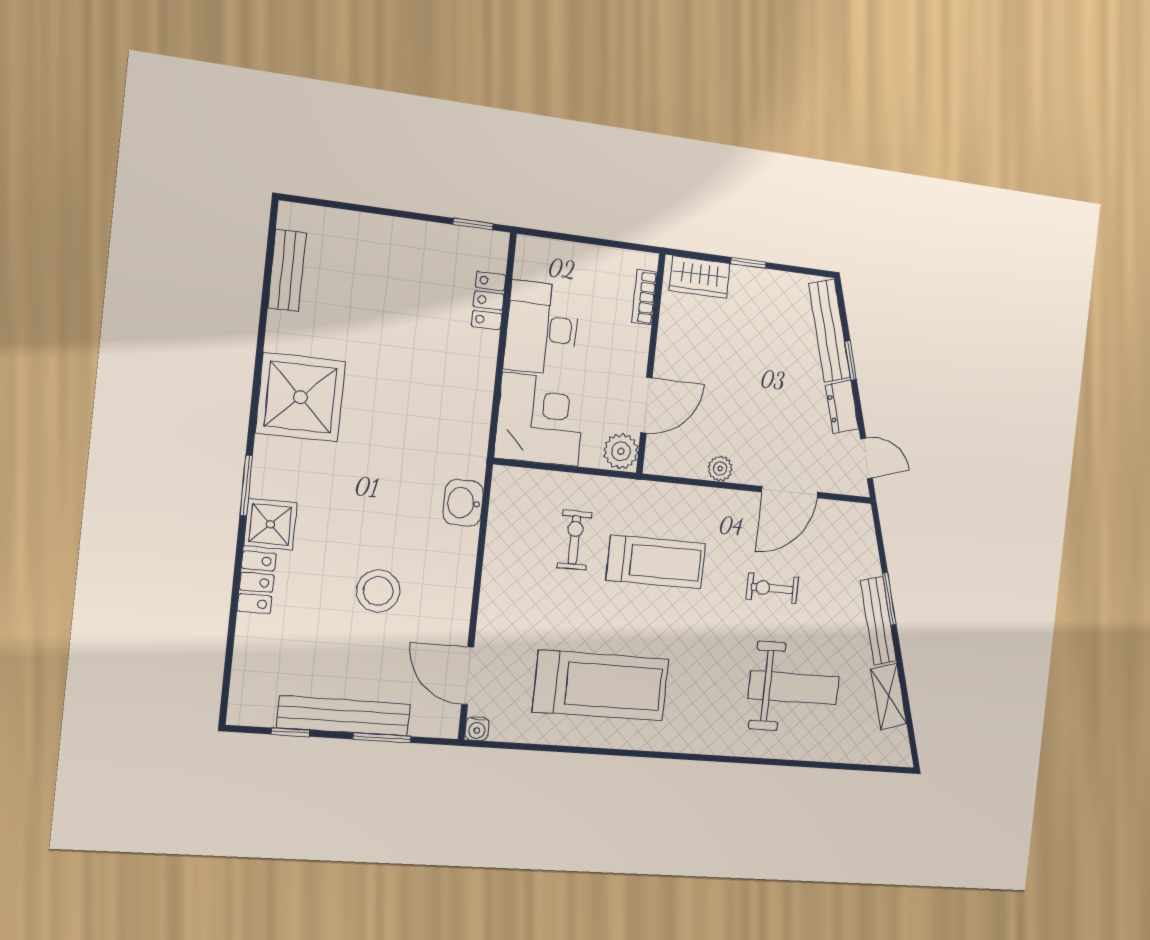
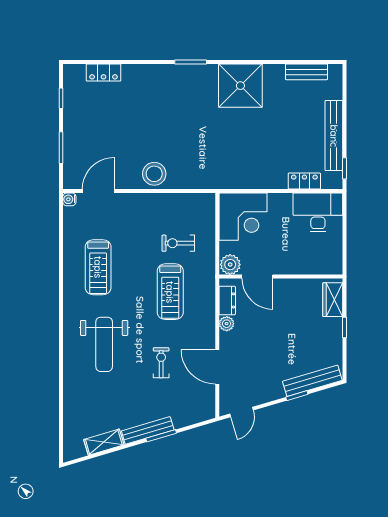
bookcase: (644, 297) -> (317, 269), removed
desk: (542, 328) -> (318, 212), moved
dresser: (842, 407) -> (227, 300), moved, turned 106
washbasin: (463, 503) -> (193, 179), removed
shower: (270, 524) -> (171, 77), removed
exercise bike: (574, 540) -> (178, 243), turned 180
locker: (257, 582) -> (104, 73), moved
stool: (378, 591) -> (154, 174), moved
treadmill: (601, 686) -> (98, 267), width x0.73, depth x0.73
weight bench: (794, 688) -> (104, 344), moved
bench: (344, 716) -> (334, 136), moved

